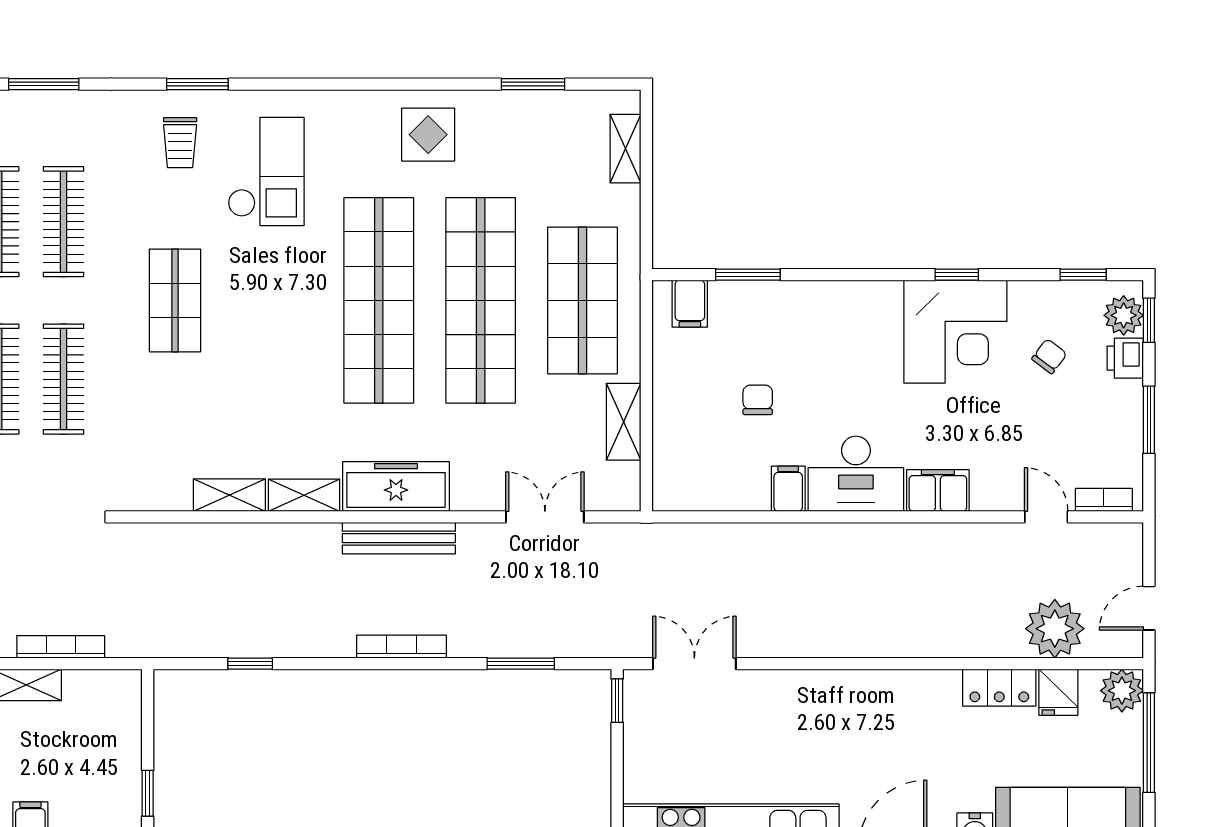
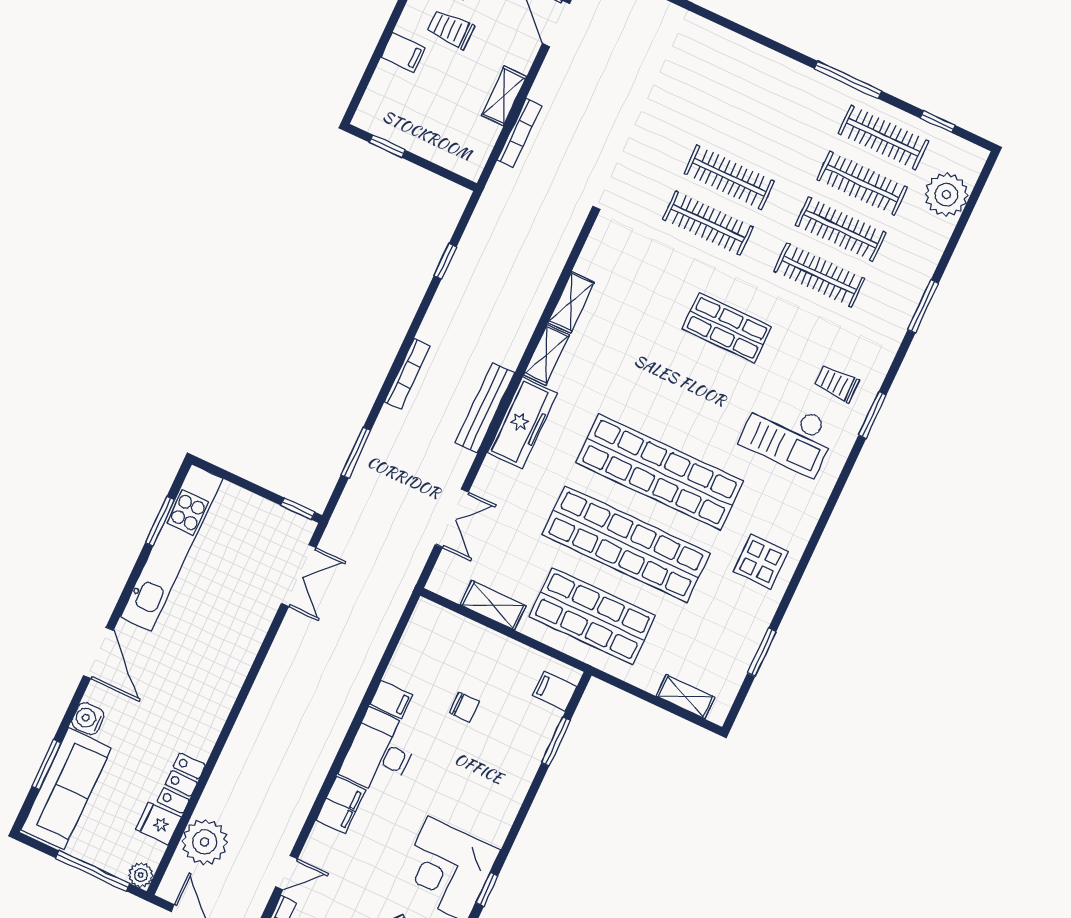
plant: (1122, 691) -> (141, 875), width x0.73, depth x0.73

